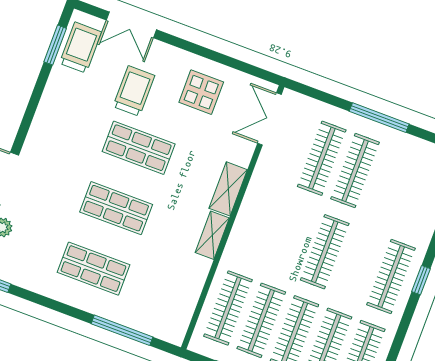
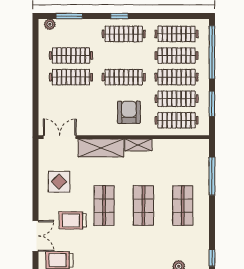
window: (379, 118) -> (36, 75), removed
double door: (269, 119) -> (60, 137), swing flipped
clothes rail: (322, 158) -> (71, 56), moved
shelving: (228, 189) -> (101, 148), width x1.50, depth x1.33
armchair: (268, 239) -> (129, 112), added

